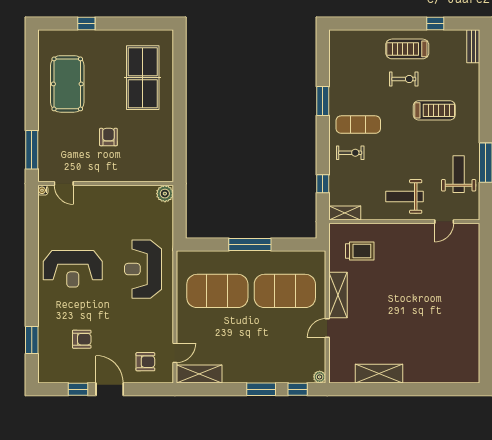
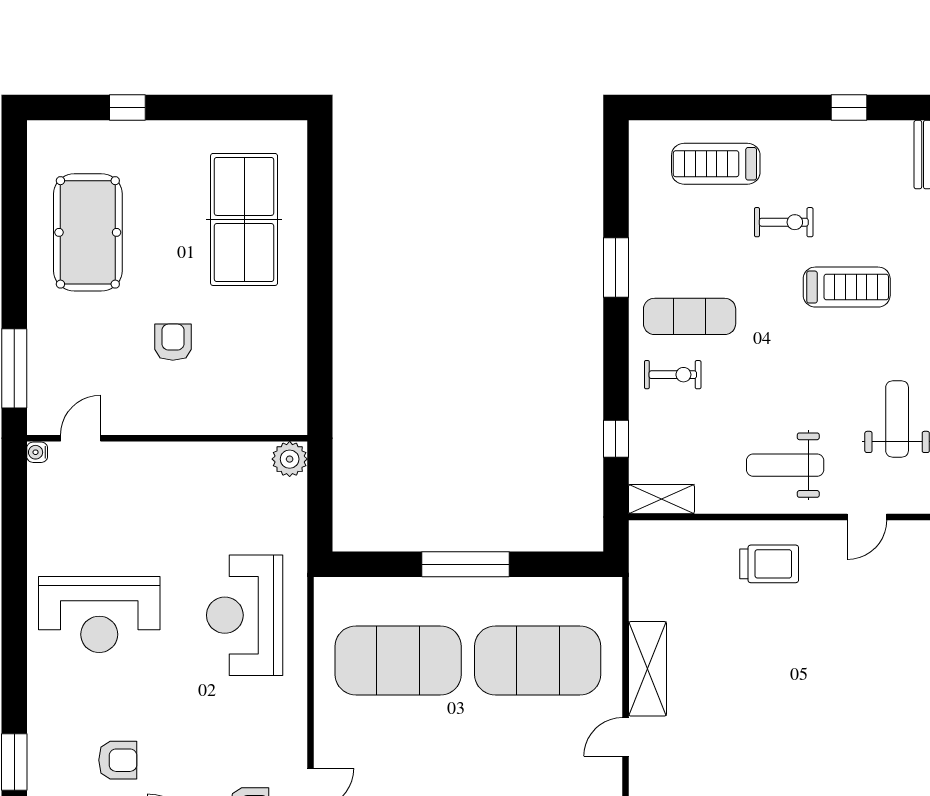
treadmill: (407, 49) -> (716, 164), moved
door: (64, 184) -> (81, 438), swing flipped
trolley: (360, 251) -> (769, 564), moved

